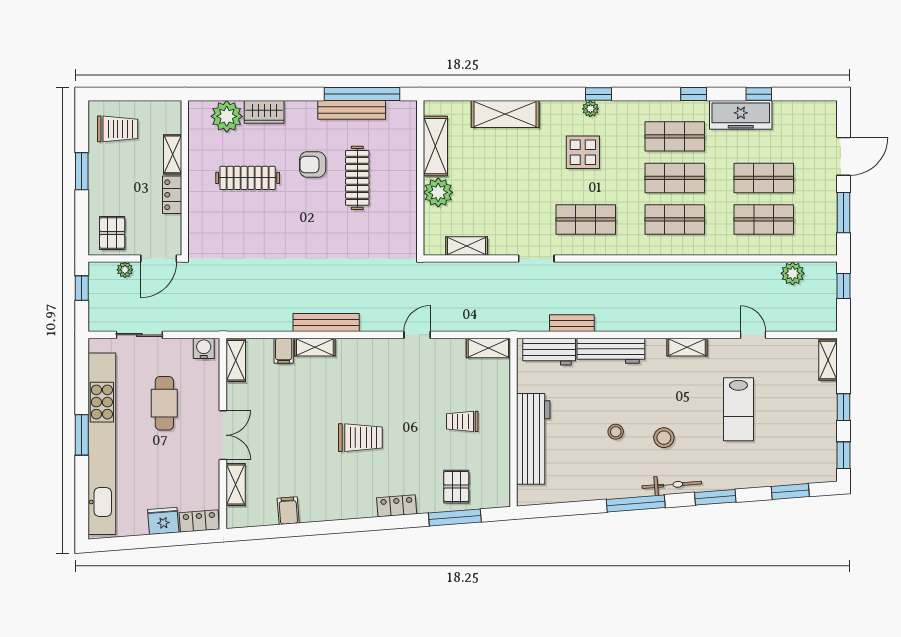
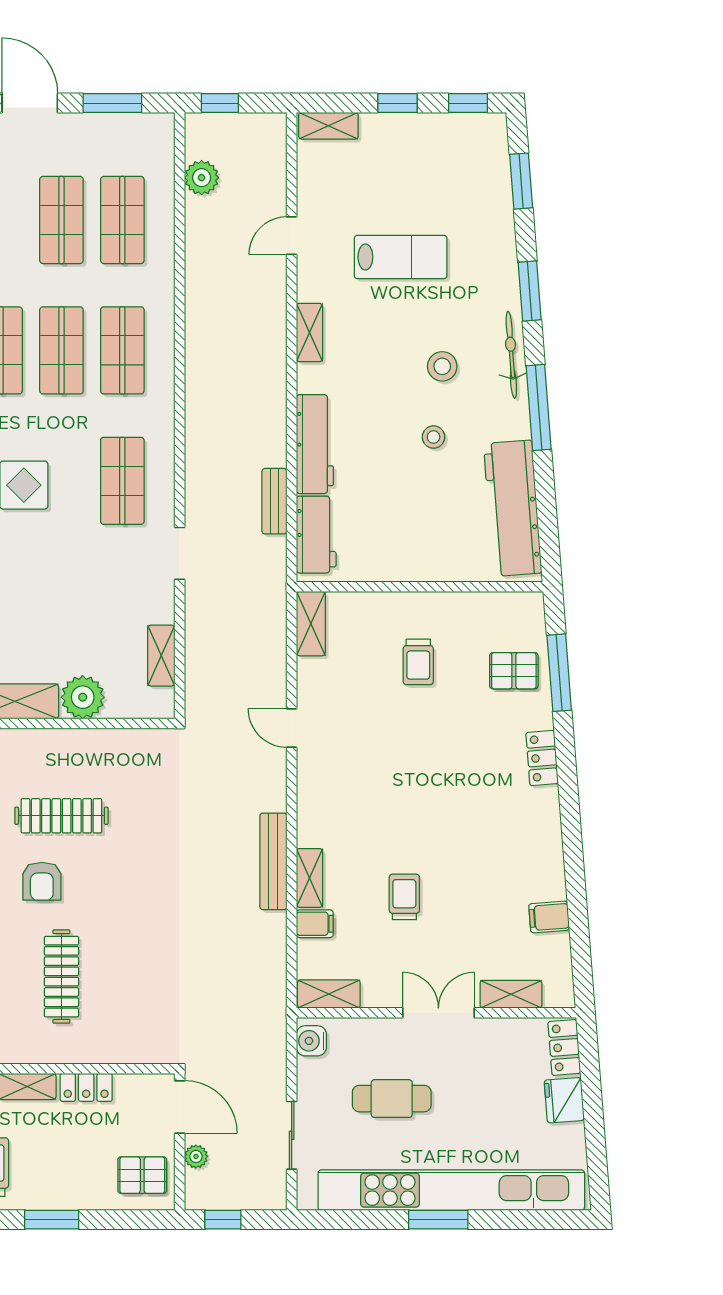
trolley: (360, 438) -> (404, 897), moved, width x0.73, depth x0.72
workbench: (533, 439) -> (513, 508), moved, turned -94

